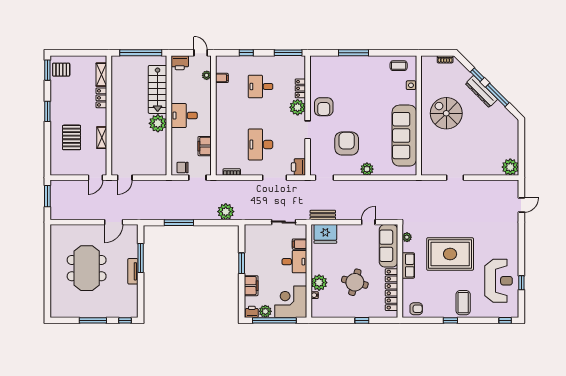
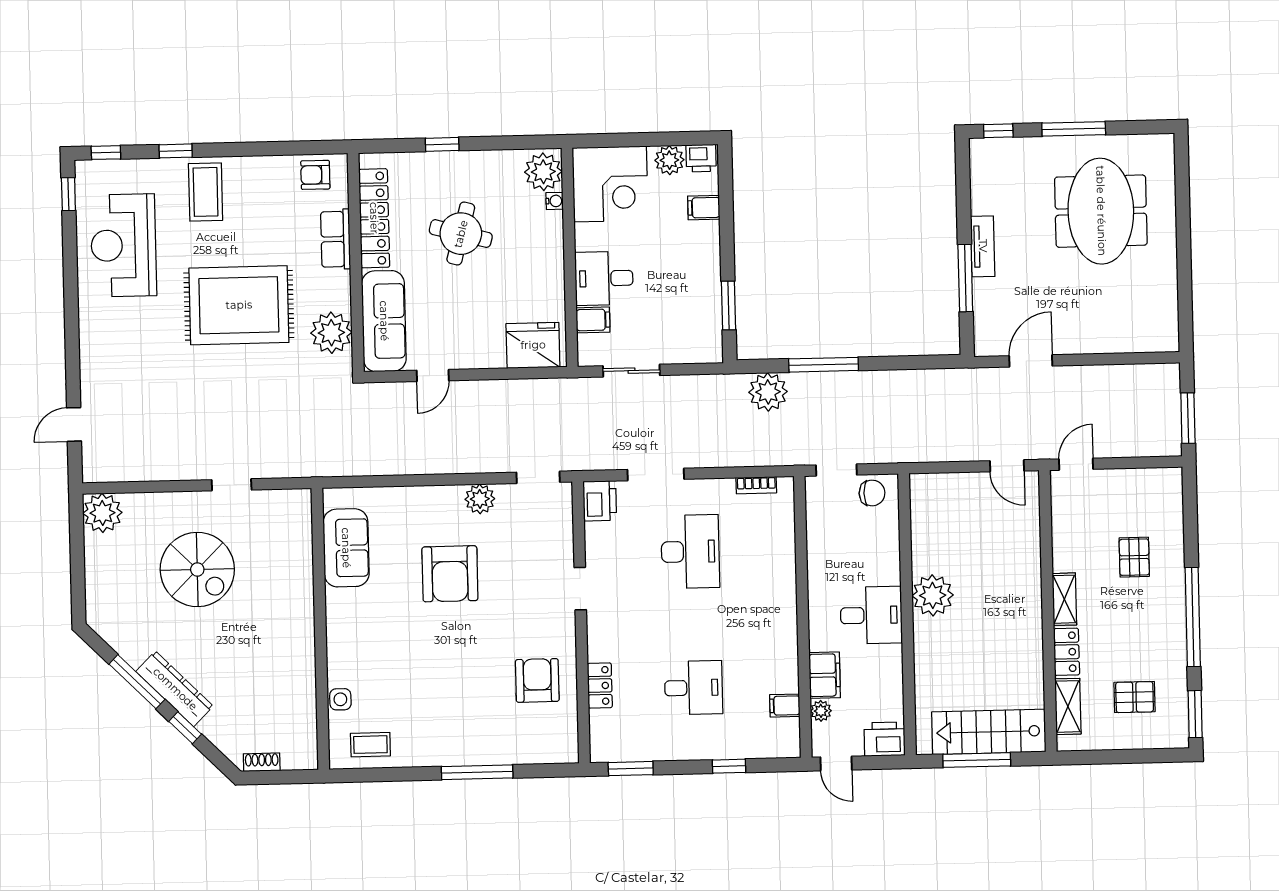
window: (141, 53) -> (977, 760), width x0.68
window: (288, 53) -> (631, 769), width x0.69
pallet: (61, 70) -> (1135, 697), moved
stairs: (158, 89) -> (989, 732), moved, turned -90
plant: (298, 107) -> (605, 641), removed
armchair: (324, 107) -> (537, 680), moved
window: (47, 111) -> (1193, 617), width x2.11
spiral stairs: (446, 113) -> (197, 569), moved
sofa: (404, 136) -> (346, 548), width x0.54, depth x0.79
pallet: (72, 137) -> (1134, 557), width x0.67, depth x0.71
shelving: (102, 138) -> (1064, 599), moved
armchair: (347, 143) -> (450, 574), moved
filing cabinet: (205, 146) -> (825, 675), moved
plant: (367, 169) -> (480, 499), moved
door: (125, 178) -> (1007, 466), swing flipped
bench: (323, 215) -> (540, 389), removed
window: (179, 223) -> (824, 365), moved
plant: (407, 237) -> (331, 333), width x1.88, depth x1.88
window: (242, 263) -> (729, 305), moved
row of seats: (408, 266) -> (336, 239), moved
meeting table: (87, 268) -> (1101, 211), moved
plant: (319, 283) -> (543, 172), moved
window: (521, 283) -> (68, 194), moved
filing cabinet: (251, 286) -> (704, 208), width x0.50
window: (274, 320) -> (648, 139), removed
window: (450, 320) -> (176, 151), moved

